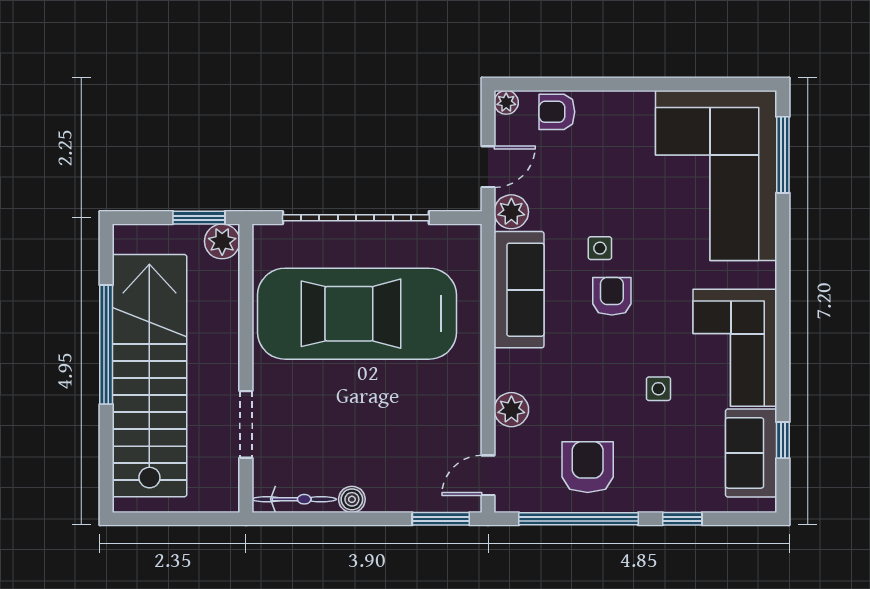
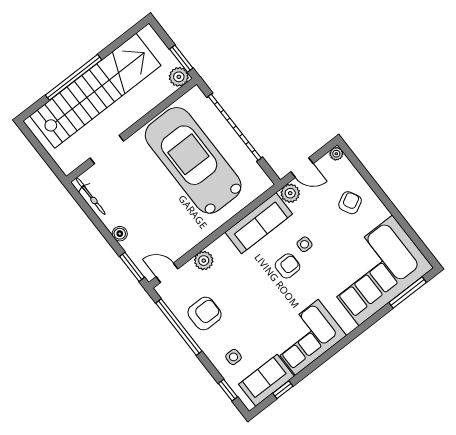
armchair: (557, 112) -> (350, 203), moved, turned 62
window: (106, 345) -> (74, 77), moved
side table: (658, 389) -> (234, 357), moved
boiler: (352, 499) -> (120, 234), moved
window: (682, 519) -> (228, 390), moved

